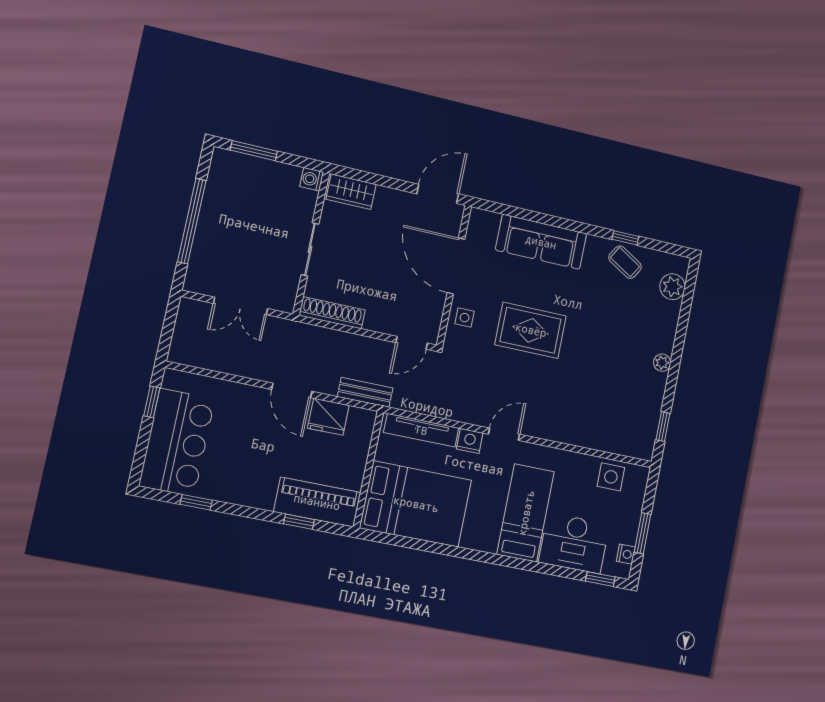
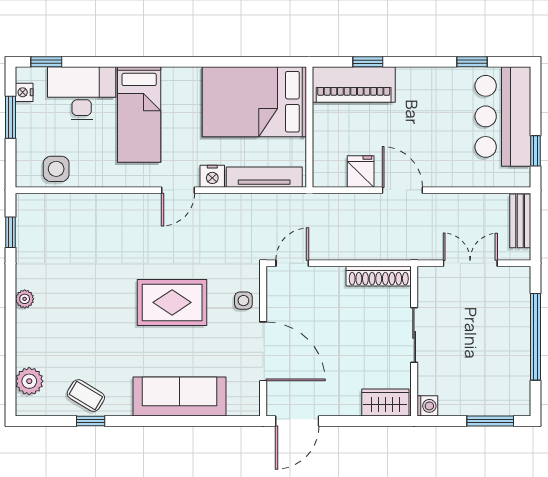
bench: (365, 392) -> (520, 221), moved, turned 90
fridge: (328, 417) -> (361, 171), width x0.72

